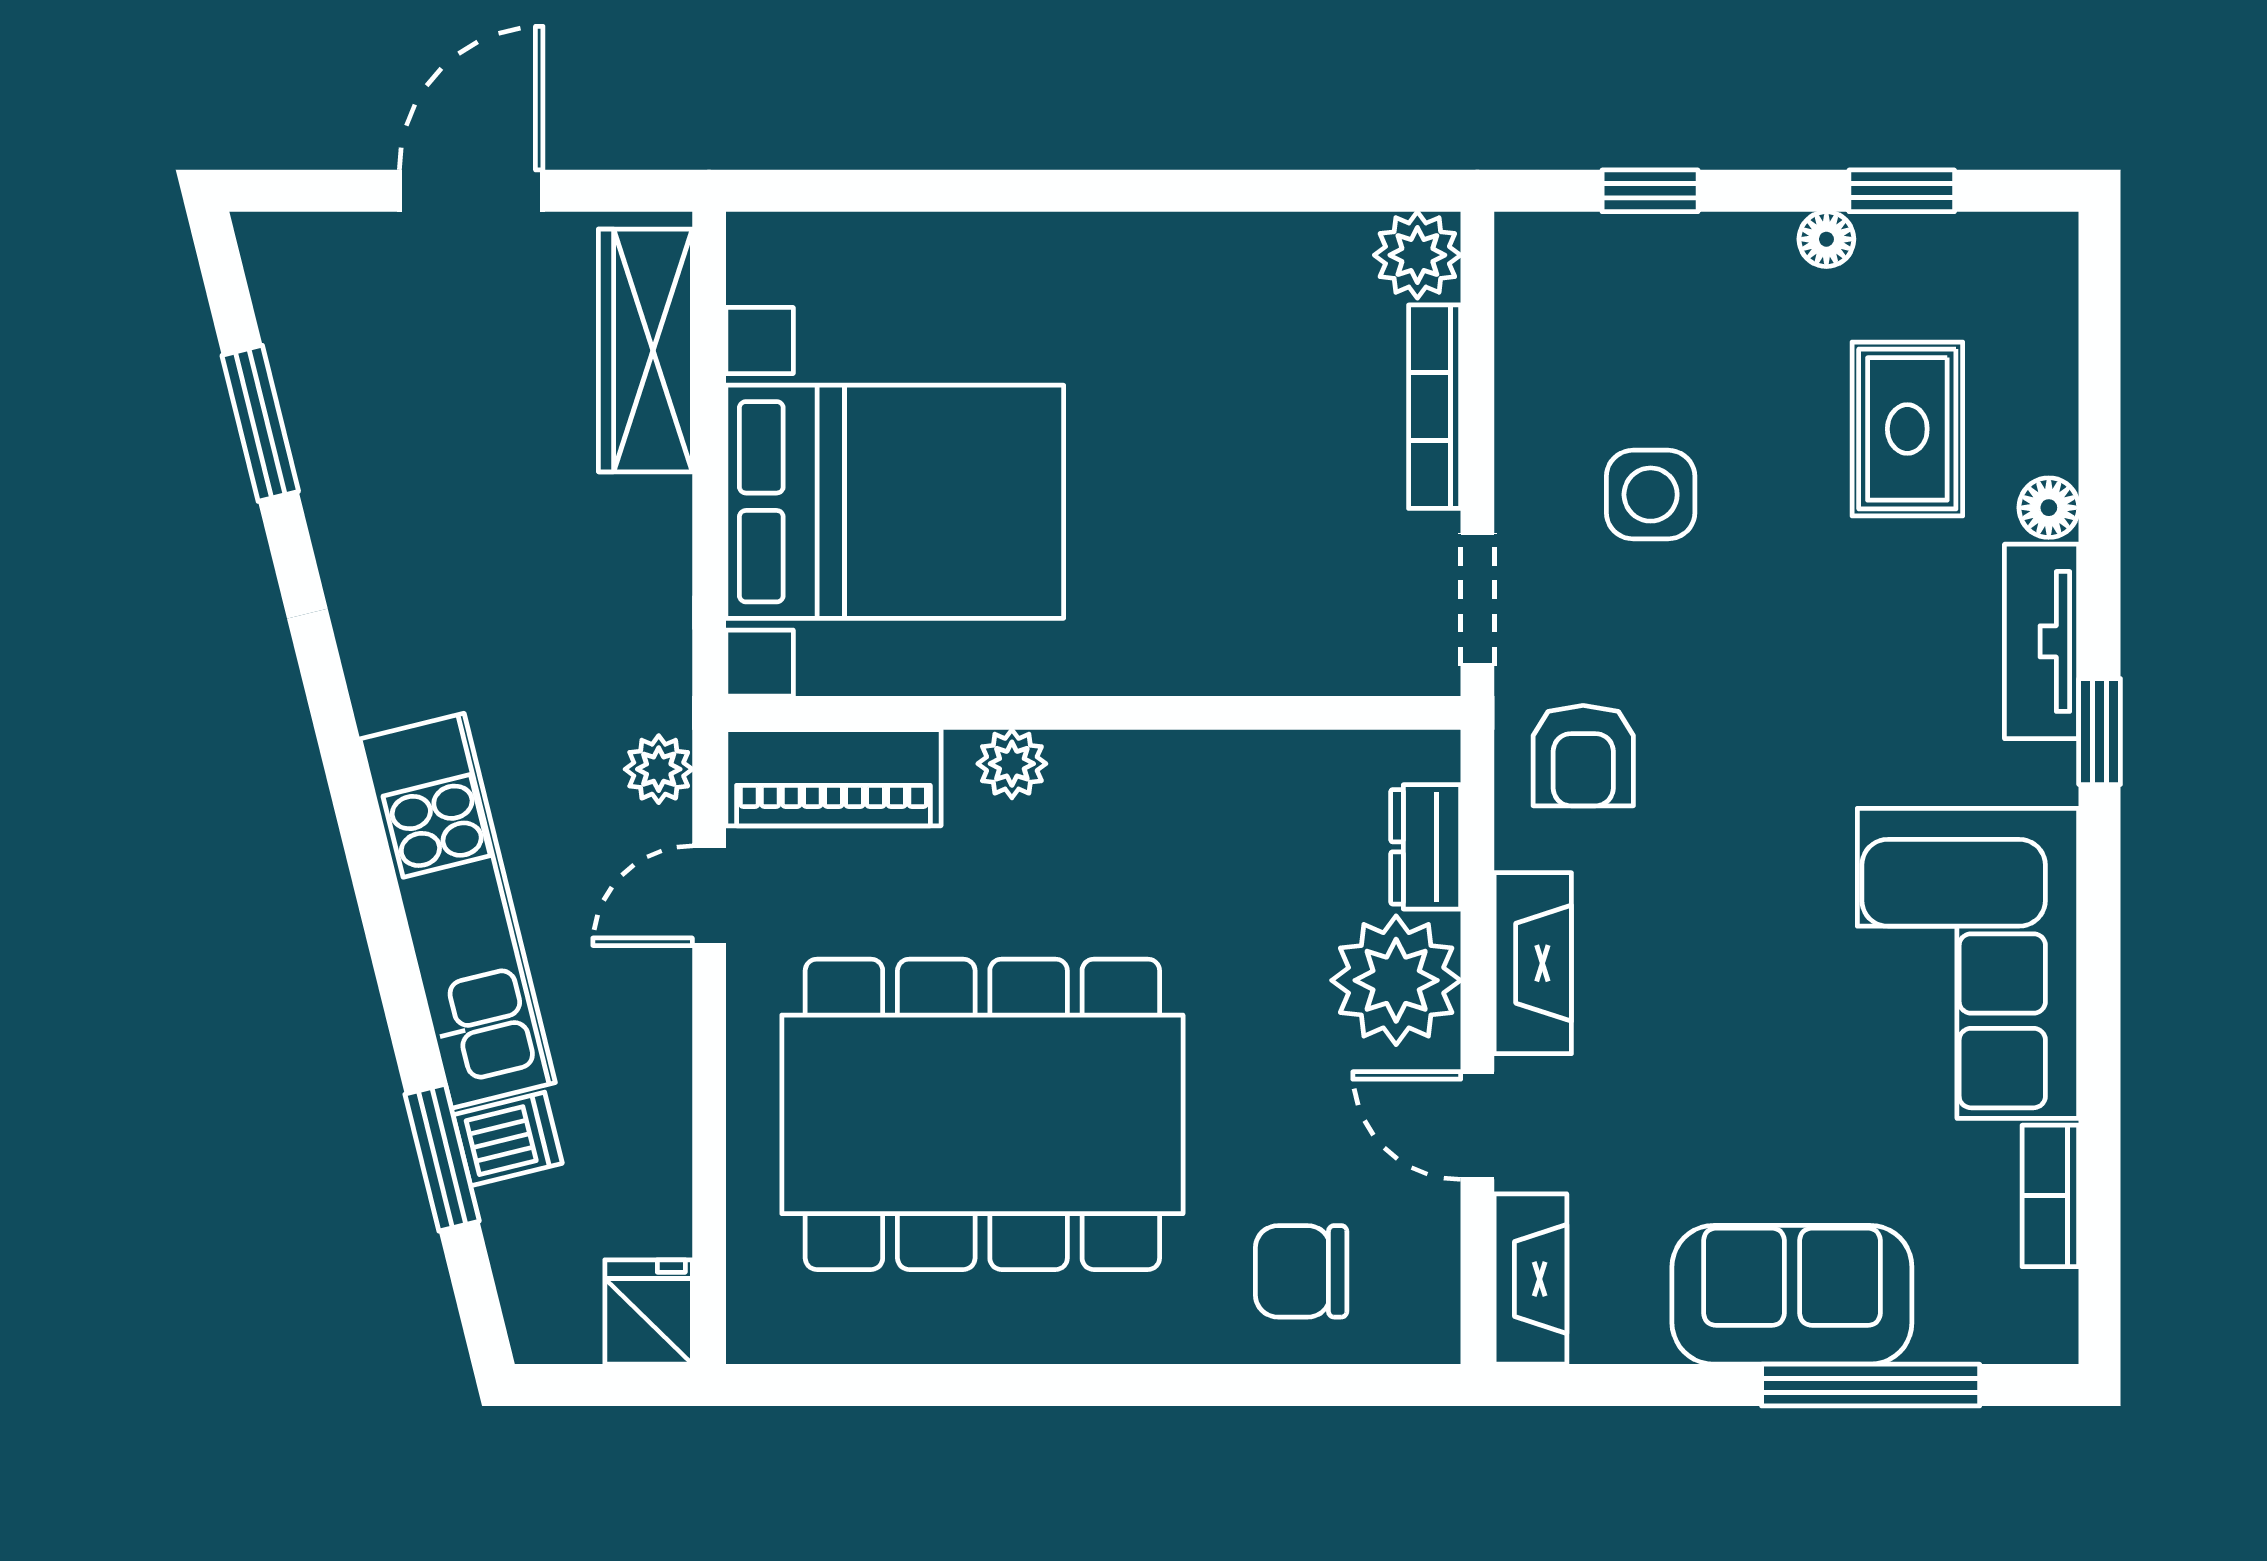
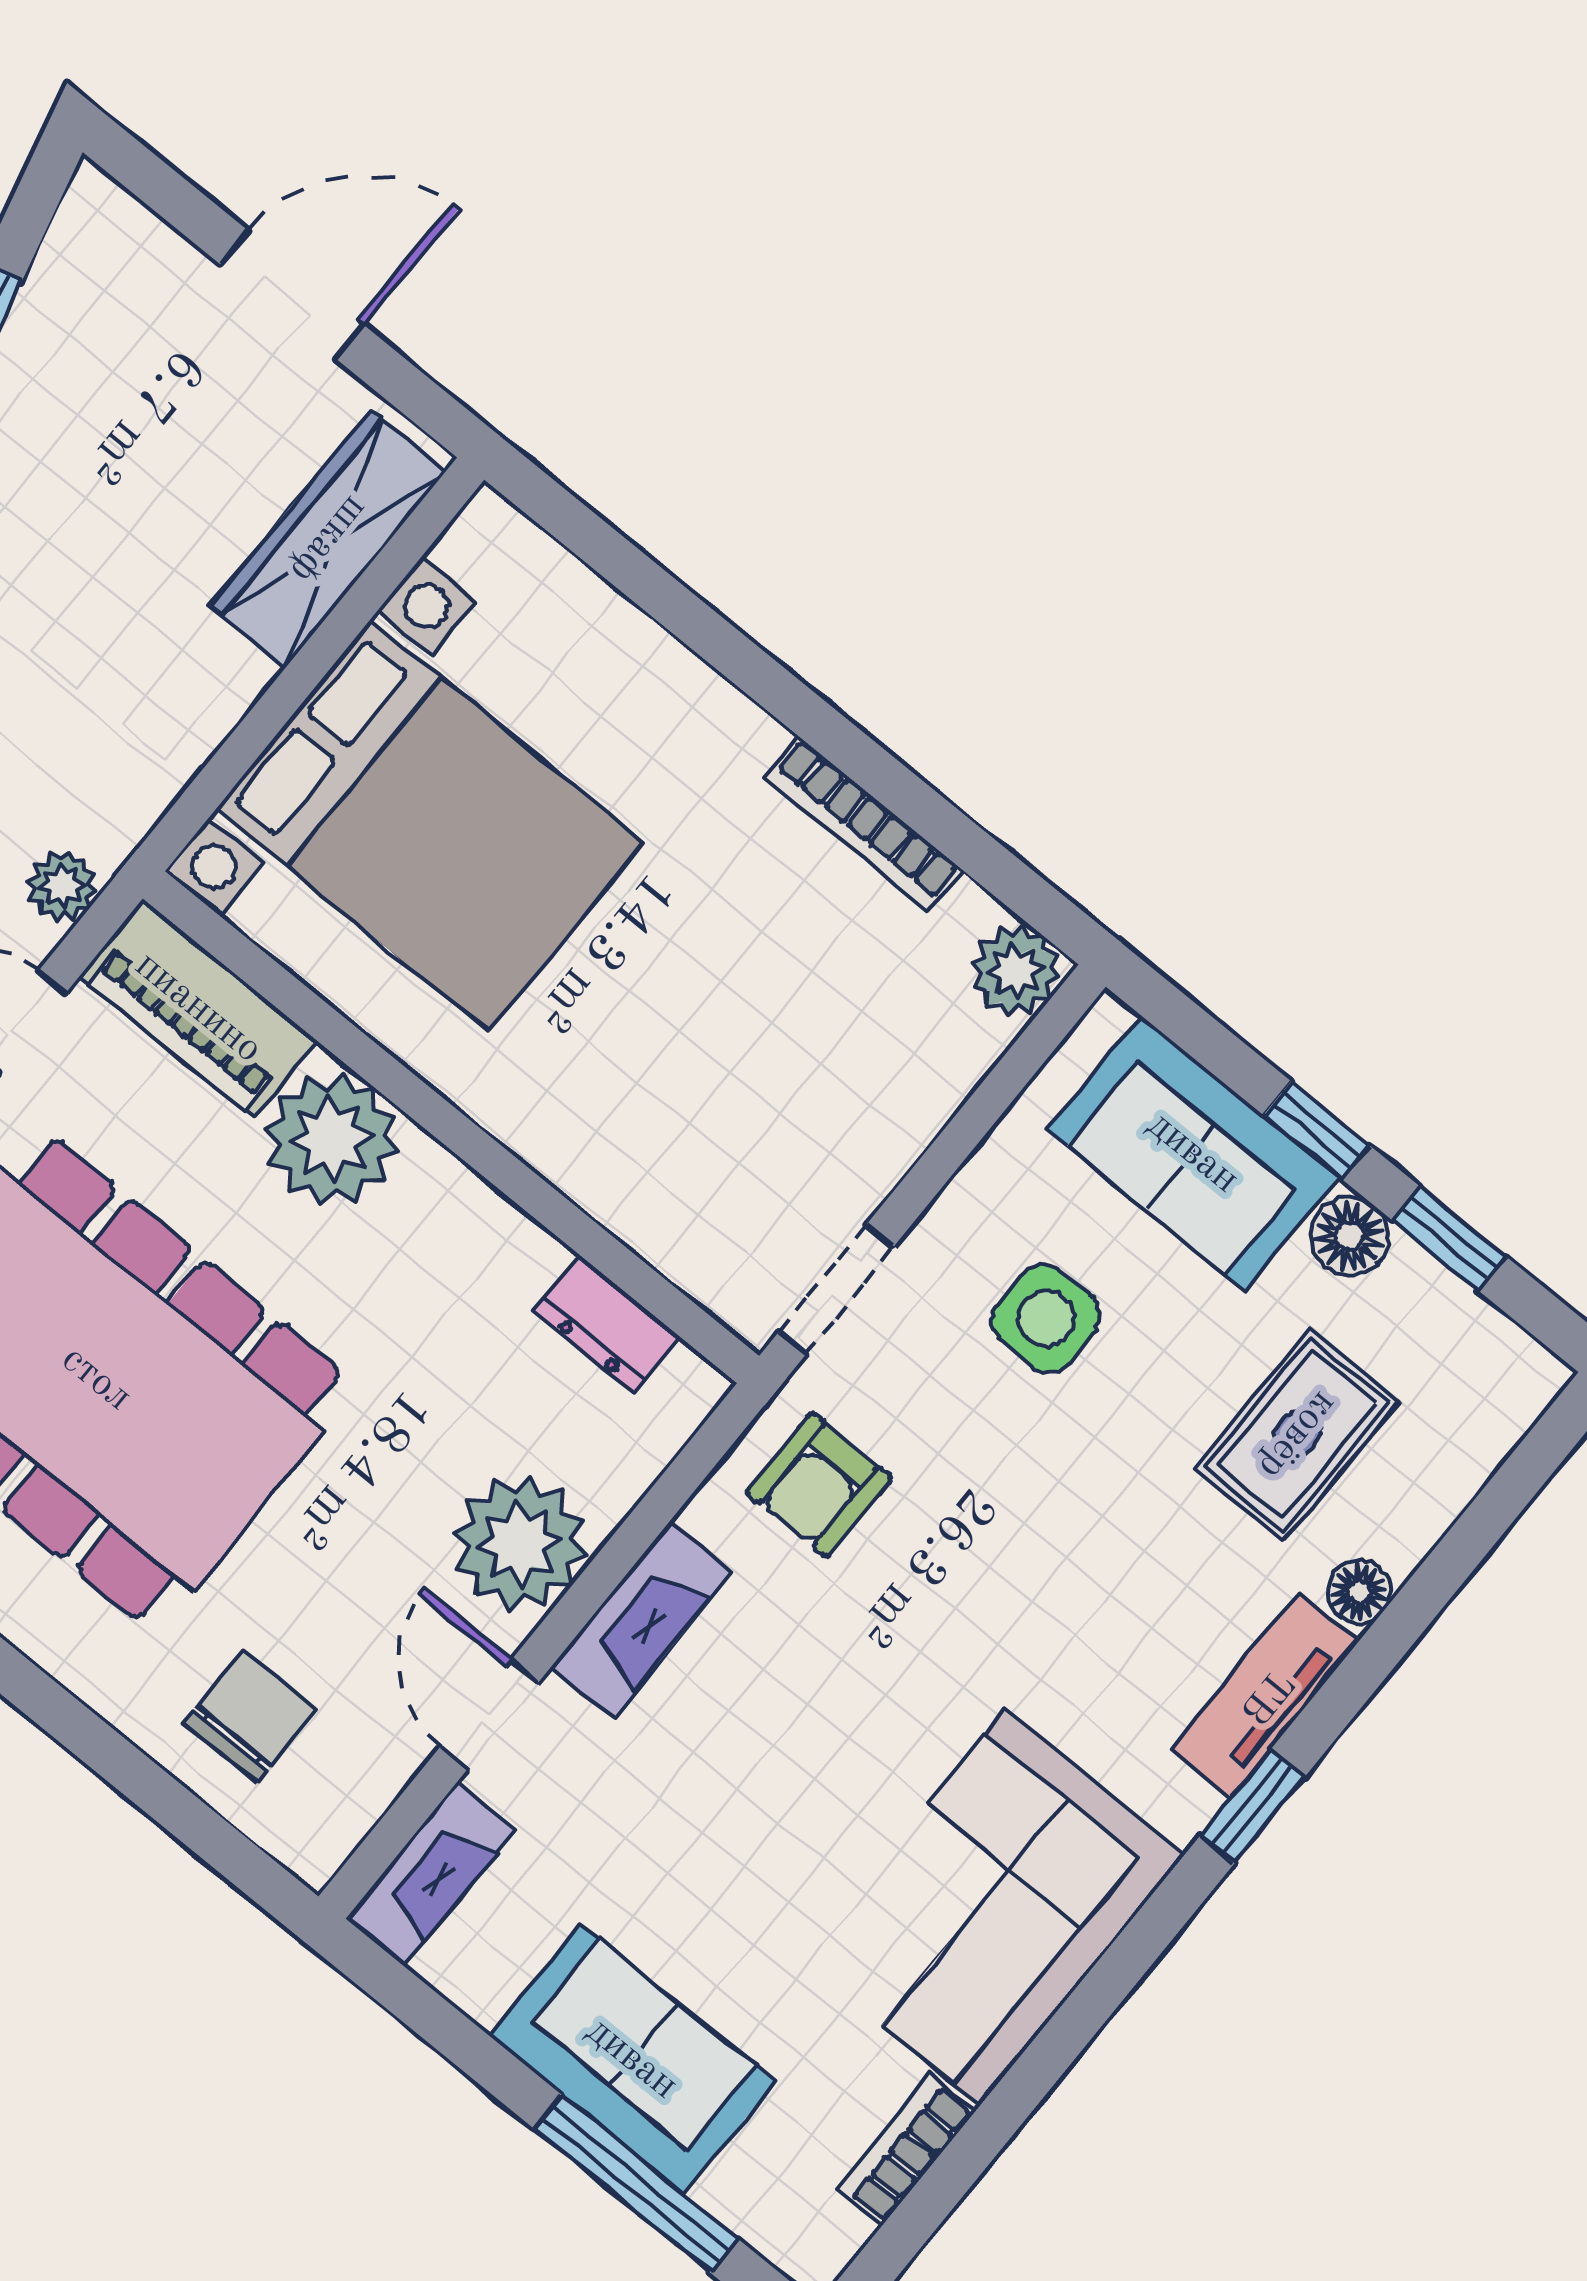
window: (1650, 191) -> (1316, 1130), moved
floor lamp: (1826, 239) -> (1350, 1236), width x1.37, depth x1.37
sofa: (1660, 282) -> (1193, 1153), added
bookcase: (1435, 407) -> (864, 824), moved, turned -90
plant: (1012, 764) -> (332, 1139), width x1.88, depth x1.88
dresser: (1426, 847) -> (607, 1324), moved, turned -90
chair: (1301, 1271) -> (251, 1716), turned 90

